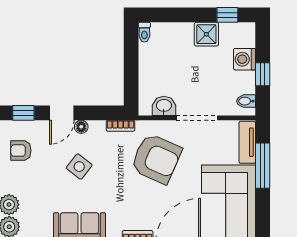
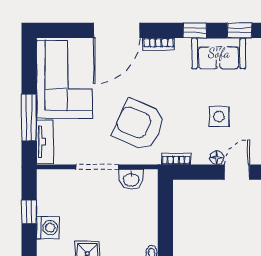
bidet: (246, 101) -> (46, 184), removed
side table: (79, 167) -> (219, 117), turned -38

